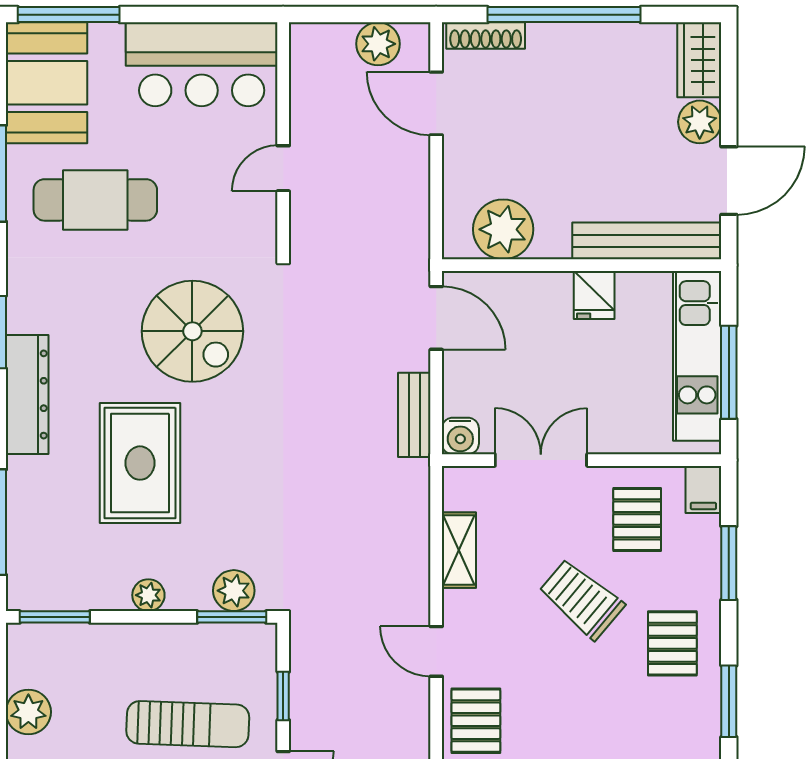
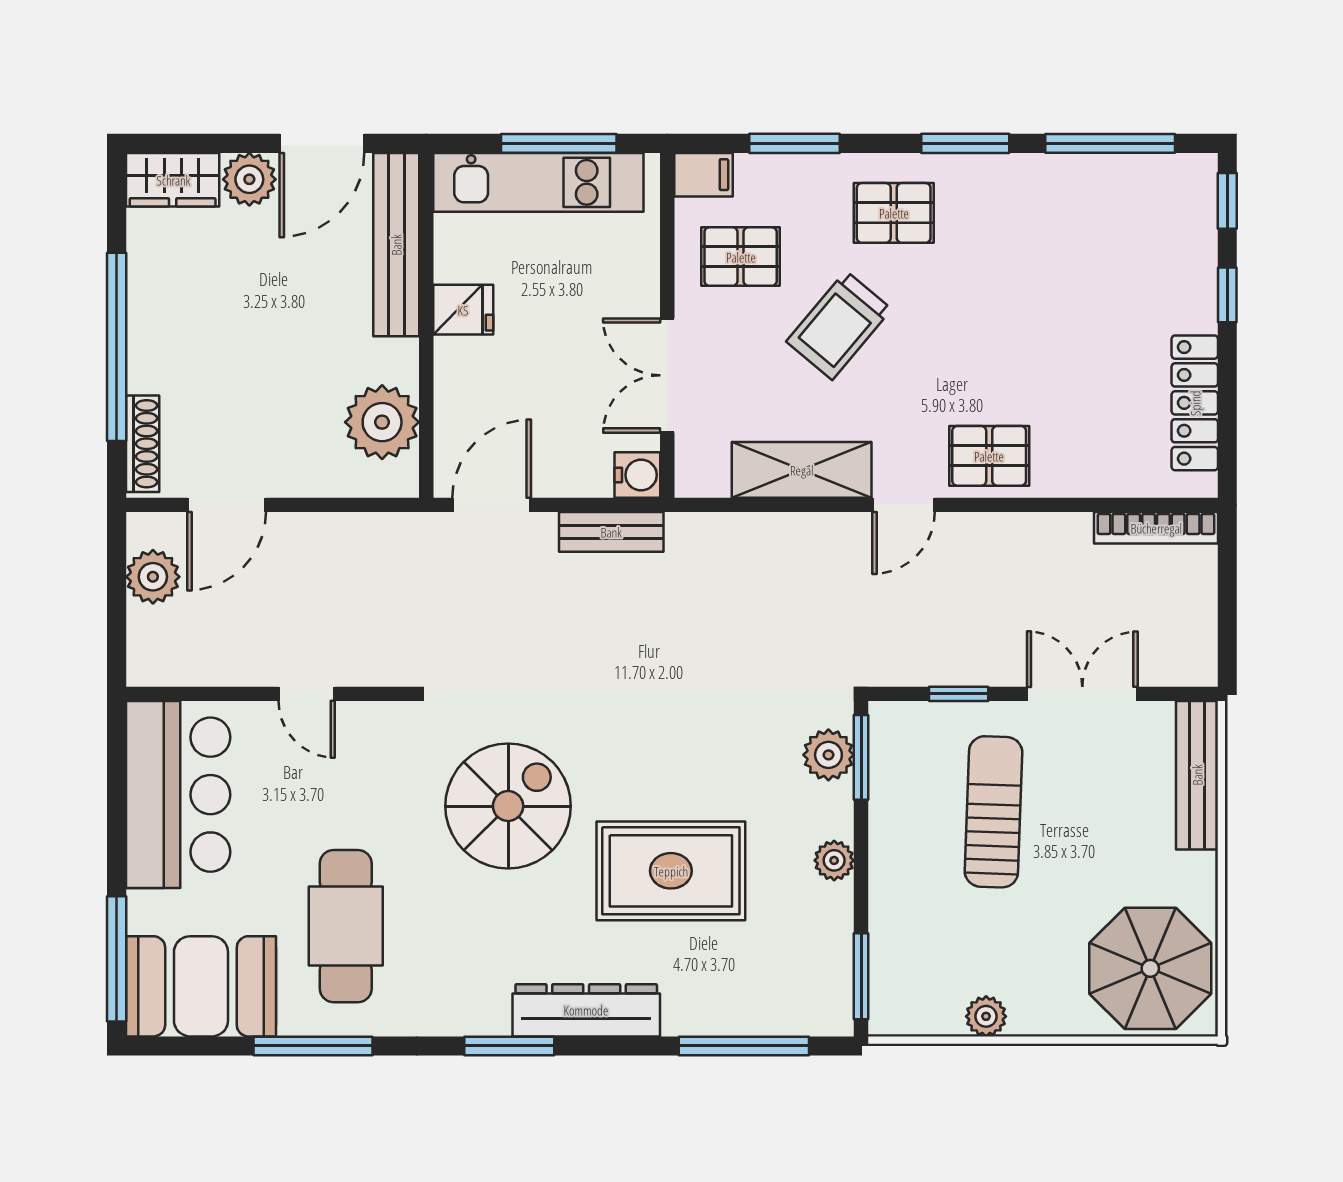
door: (729, 181) -> (322, 143), swing flipped
shelving: (459, 550) -> (802, 470), width x1.50, depth x1.33
plant: (28, 712) -> (986, 1016), width x0.73, depth x0.73

